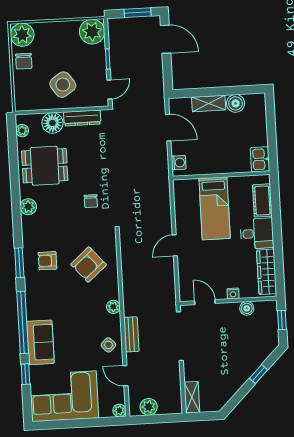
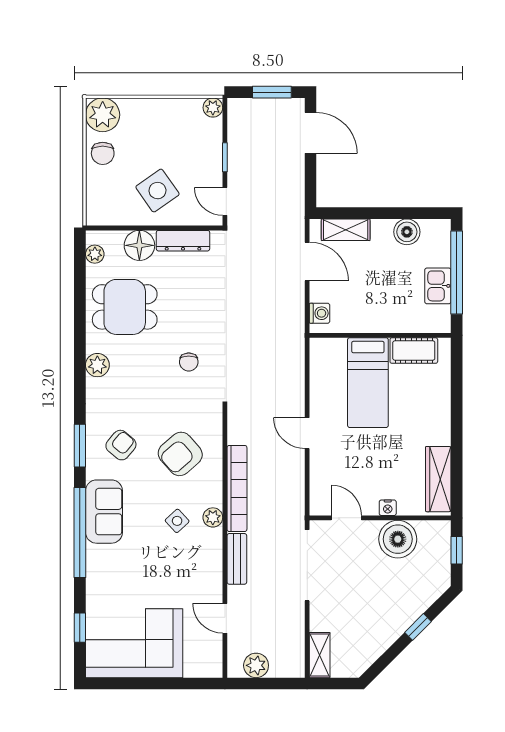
plant: (92, 32) -> (213, 108), width x0.53, depth x0.53
door: (109, 89) -> (225, 201), swing flipped
shelving: (209, 103) -> (346, 230), moved
window: (271, 129) -> (457, 272), added
kitchen sink: (260, 159) -> (438, 286), moved
cot: (262, 200) -> (414, 351), moved, turned 90
desk: (257, 234) -> (427, 423), removed
door: (175, 245) -> (307, 433), hinge flipped
armchair: (47, 261) -> (121, 445), turned 130
bookcase: (129, 286) -> (237, 488), added
boiler: (247, 308) -> (398, 539), width x1.86, depth x1.86
sofa: (40, 342) -> (104, 512), moved
side table: (108, 345) -> (177, 521), moved
window: (26, 374) -> (80, 628), moved
plant: (119, 410) -> (213, 668), removed

